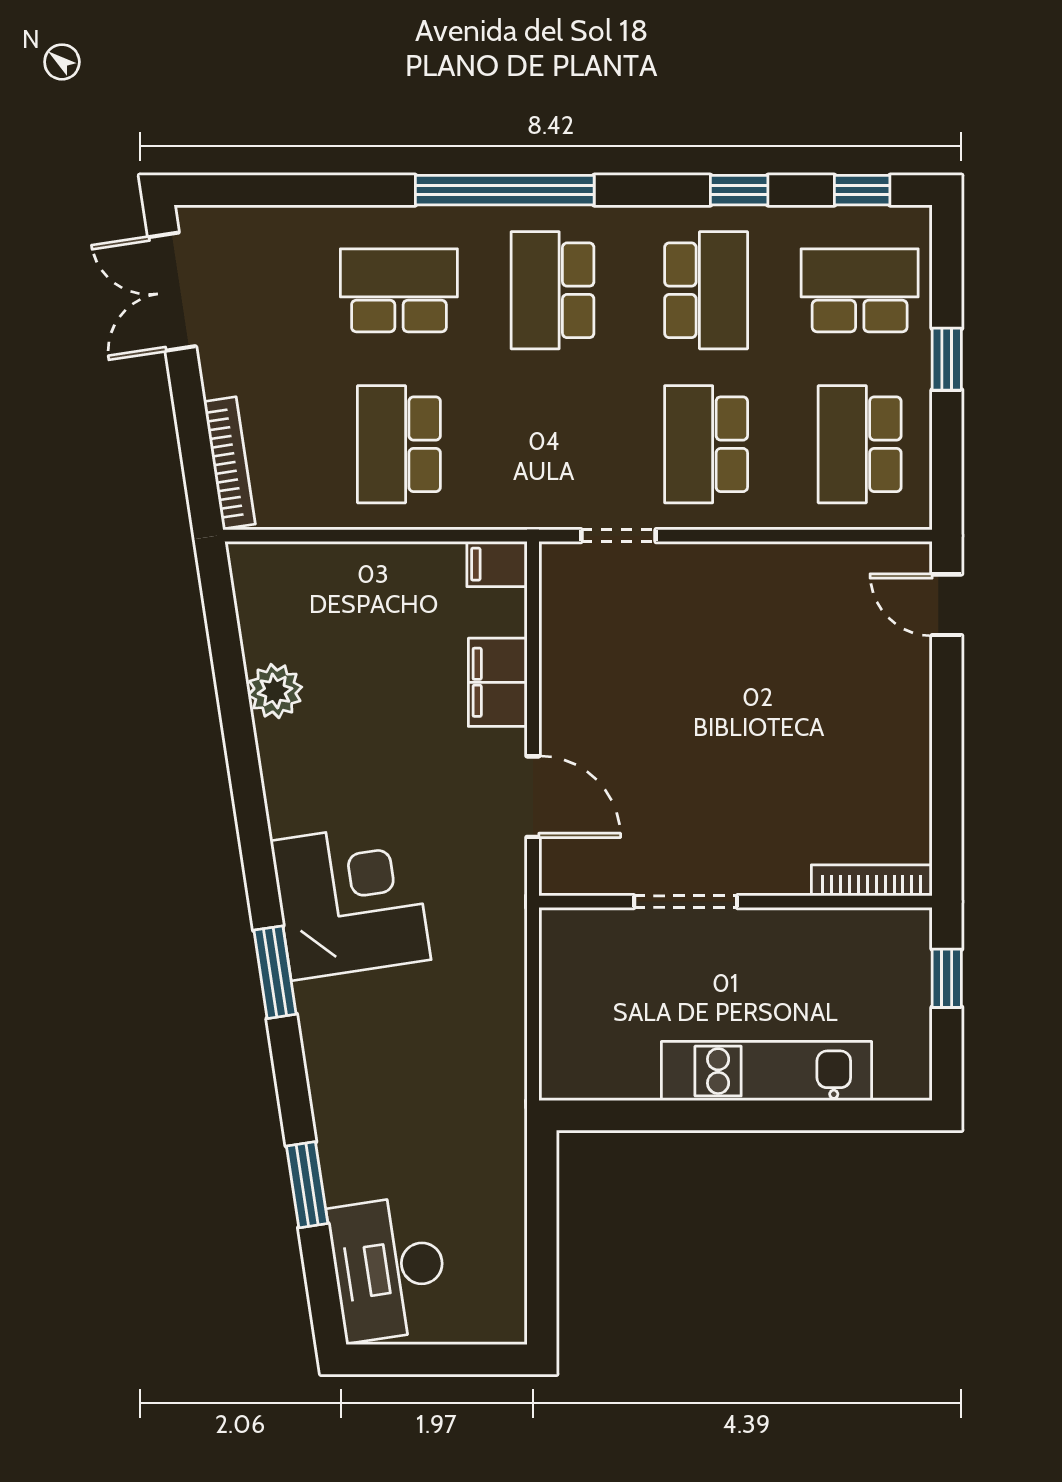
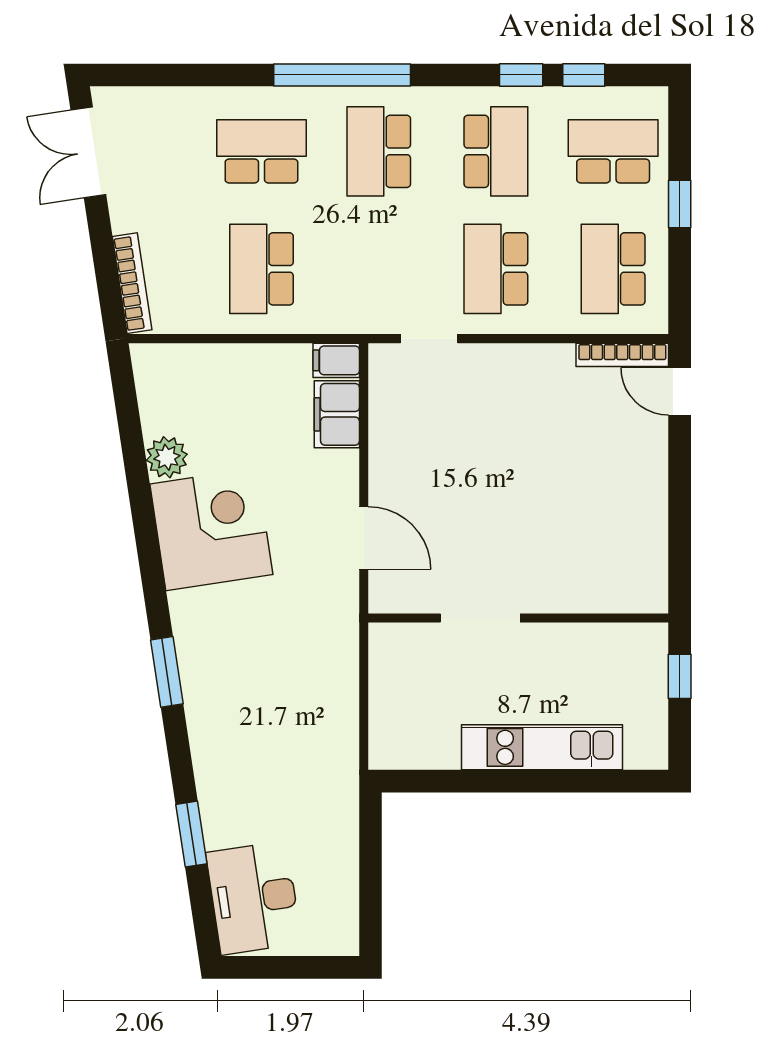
window: (862, 190) -> (584, 75), moved
filing cabinet: (498, 682) -> (337, 414), moved
bookcase: (872, 880) -> (622, 355), moved, turned 180
corner desk: (351, 900) -> (211, 529), moved

